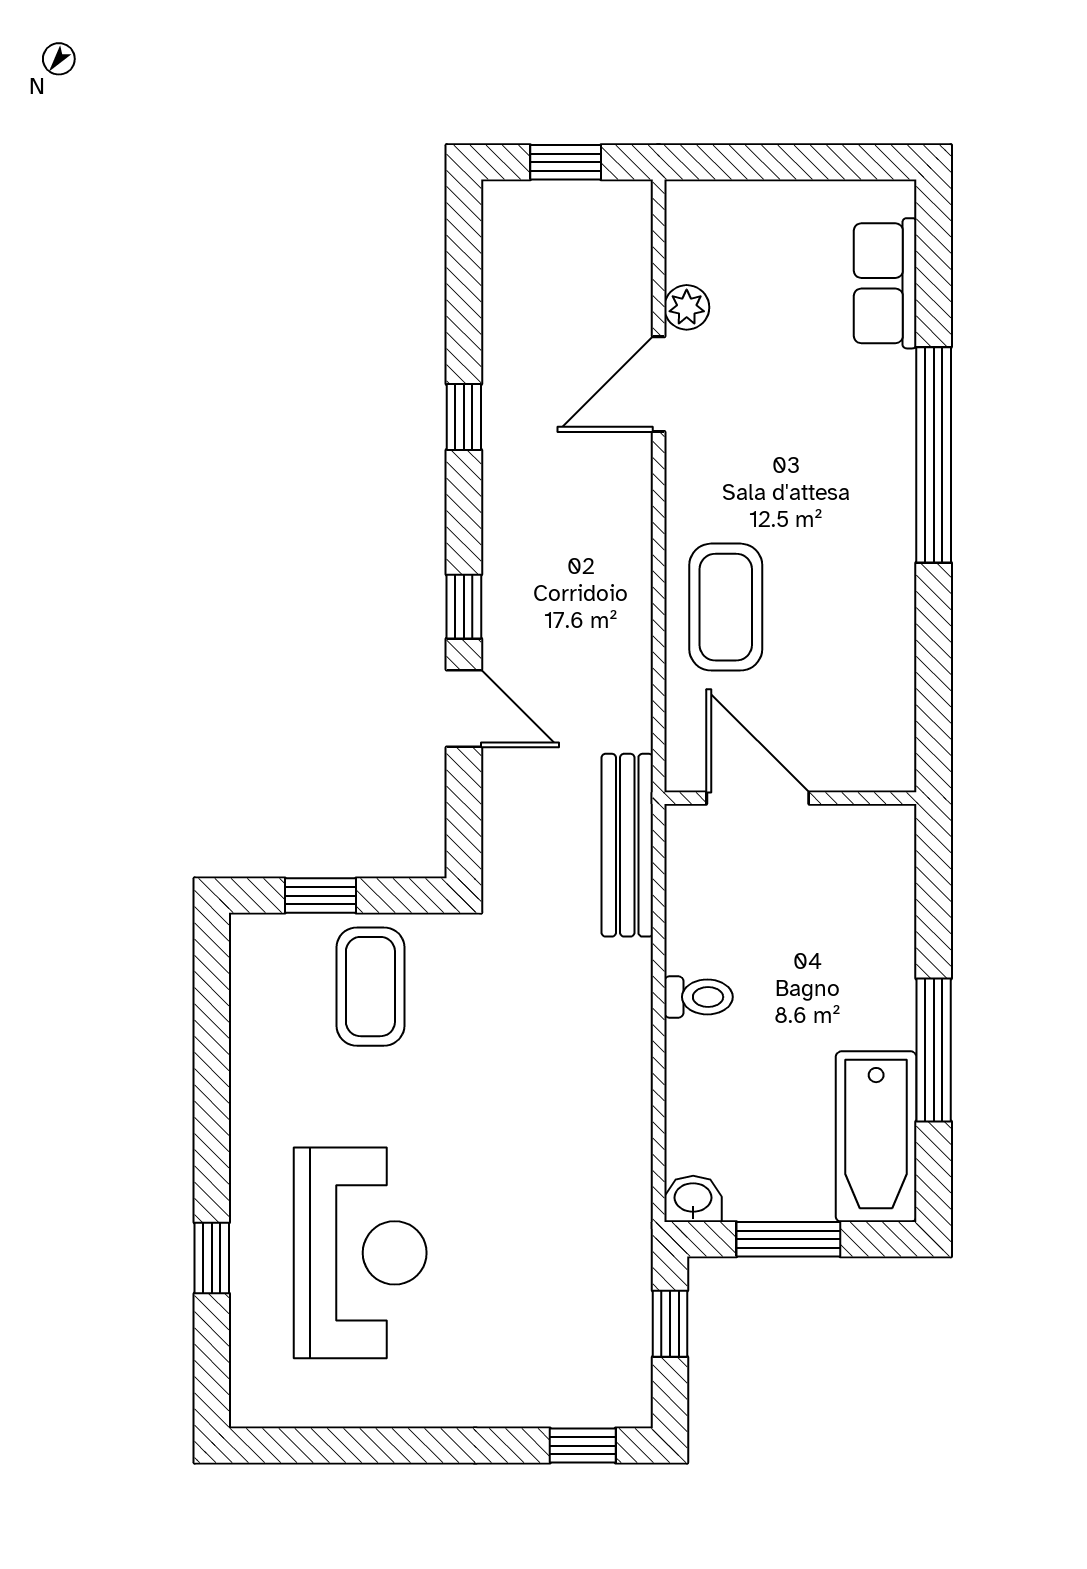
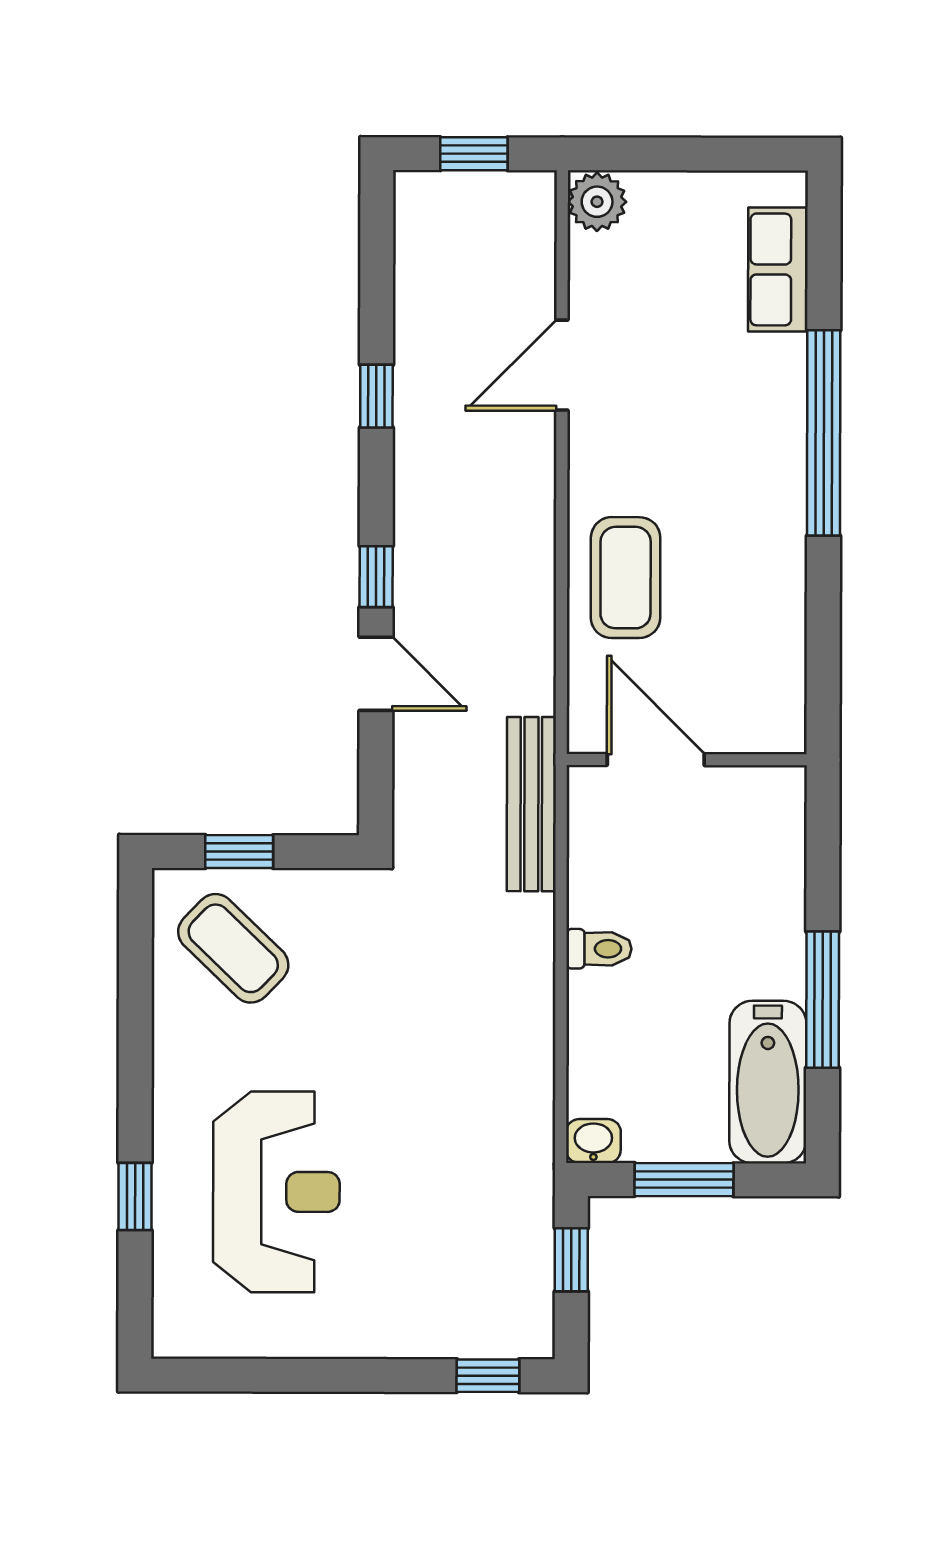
plant: (687, 307) -> (597, 202), moved, width x1.38, depth x1.38
coffee table: (370, 987) -> (233, 948), moved, turned -46

